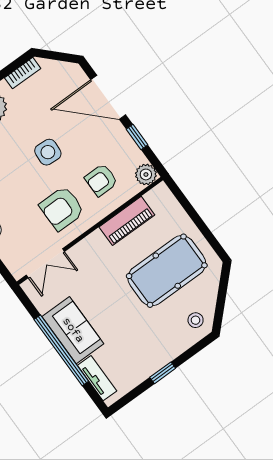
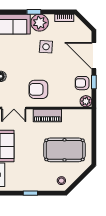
side table: (48, 152) -> (46, 47), moved
armchair: (101, 180) -> (82, 83), moved
piano: (127, 221) -> (47, 116), moved

